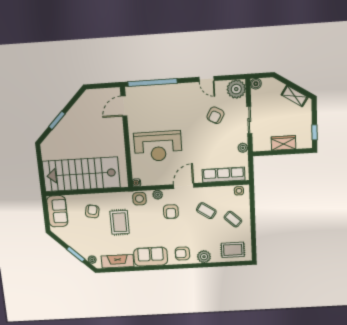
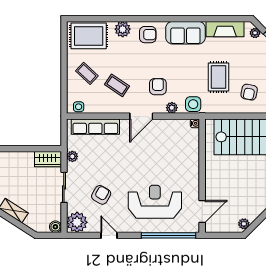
plant: (86, 97) -> (244, 224), added
wardrobe: (283, 143) -> (48, 159), moved
reception desk: (158, 146) -> (155, 202), moved
rug: (233, 250) -> (89, 36), width x1.36, depth x1.43

